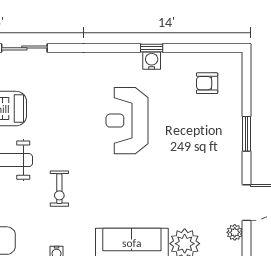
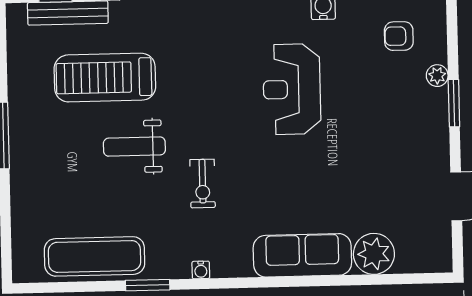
plant: (235, 232) -> (437, 76), moved

